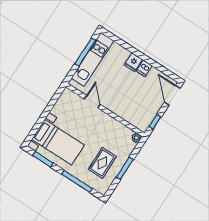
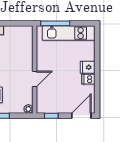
window: (85, 52) -> (55, 23), moved
door: (92, 102) -> (35, 79), moved

